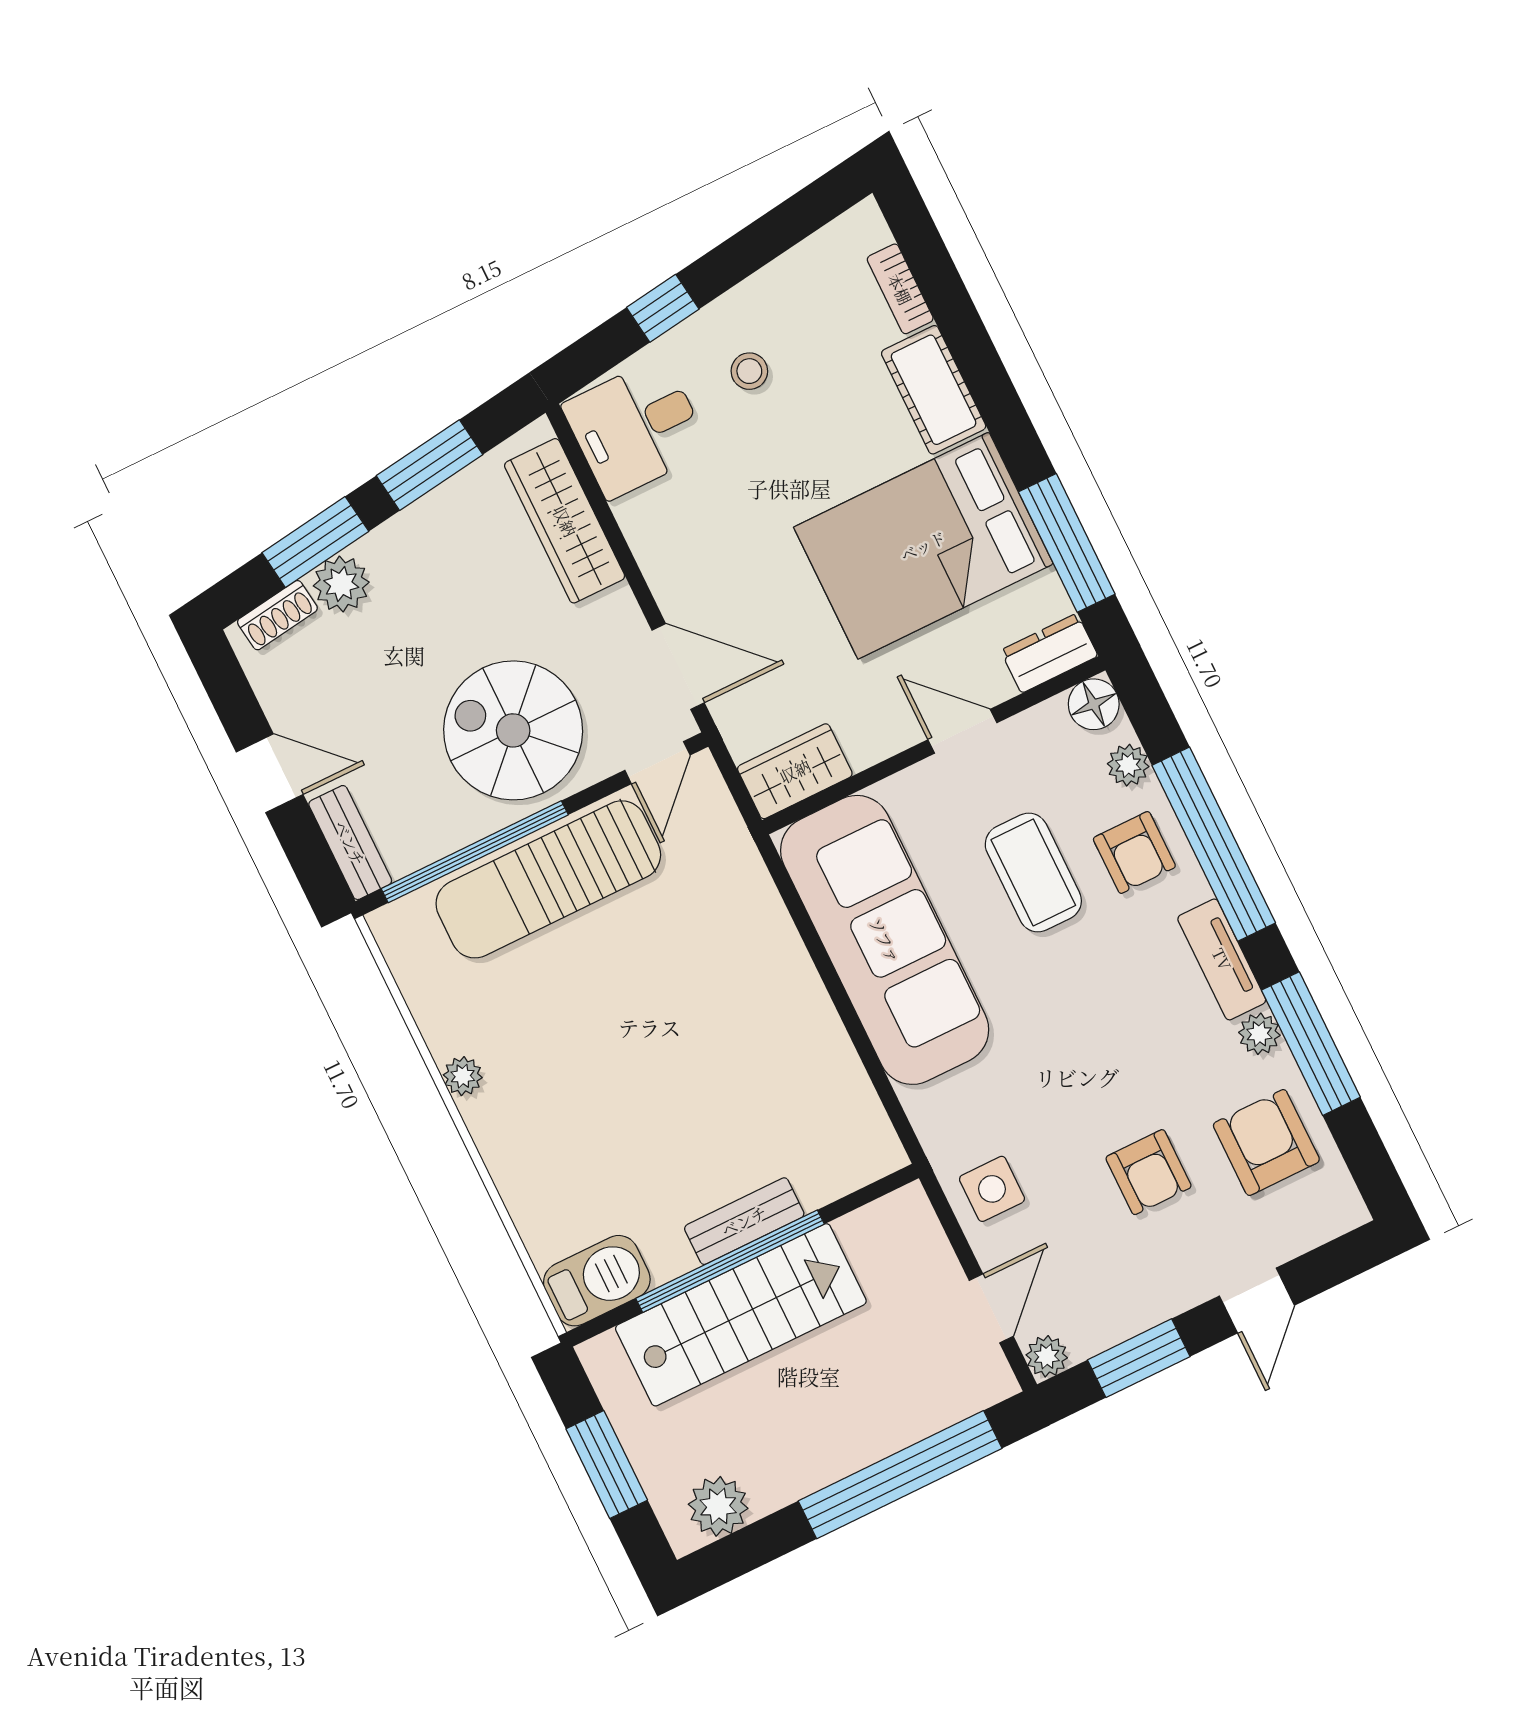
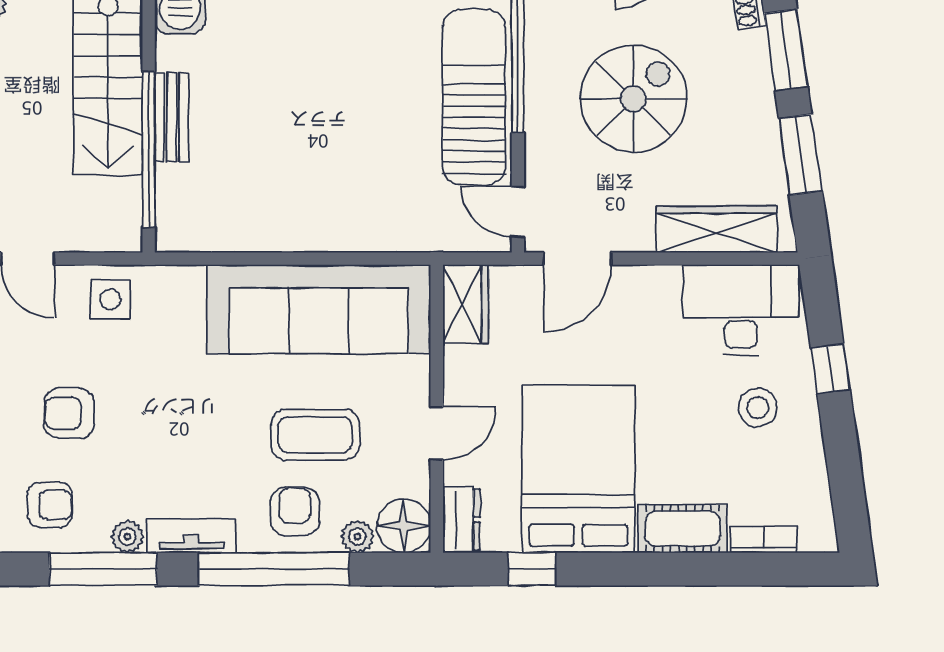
stool: (749, 371) -> (758, 407), width x1.37, depth x1.37
desk: (636, 428) -> (741, 310), width x1.37
window: (1067, 543) -> (532, 569), width x0.46
plant: (341, 584) -> (748, 53), removed
floor lamp: (1094, 704) -> (404, 526), width x1.38, depth x1.38
spiral stairs: (513, 730) -> (633, 99), moved
armchair: (1134, 852) -> (295, 511), turned 90
armchair: (1266, 1142) -> (50, 505), width x0.72, depth x0.72
window: (730, 1261) -> (149, 149), moved

